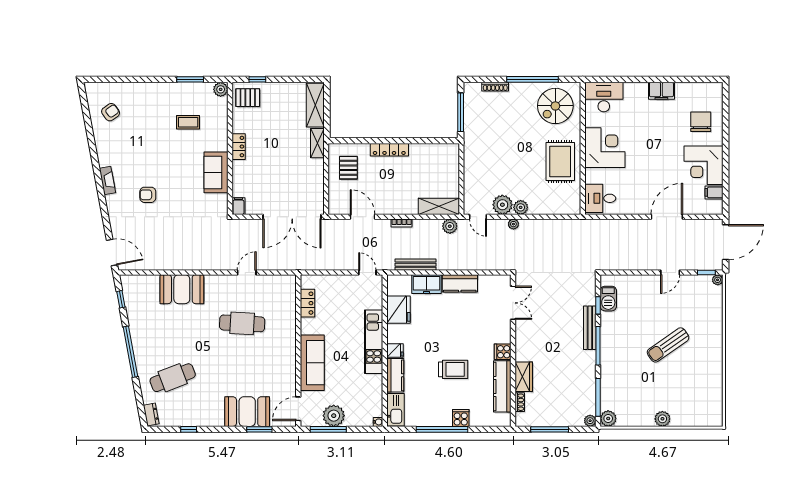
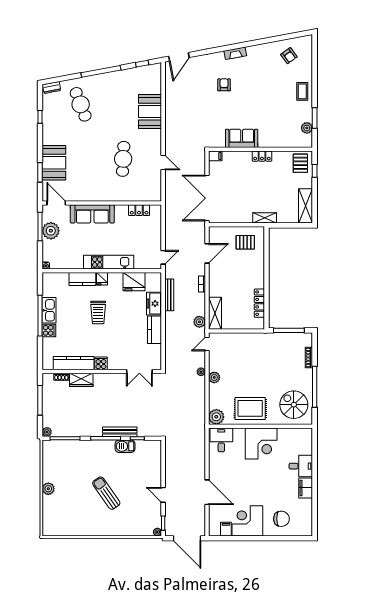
plant: (221, 89) -> (307, 128), moved
desk: (604, 97) -> (301, 466), moved, width x0.73
shelving: (315, 105) -> (306, 206), moved, turned 90
coffee table: (188, 122) -> (302, 91), moved
locker: (389, 150) -> (259, 303), moved
plant: (502, 205) -> (216, 417), moved
barbecue: (608, 299) -> (125, 446), moved
trolley: (453, 369) -> (98, 313), moved
kitchen sink: (395, 410) -> (49, 310), moved, turned -90
plant: (608, 419) -> (49, 446), removed

